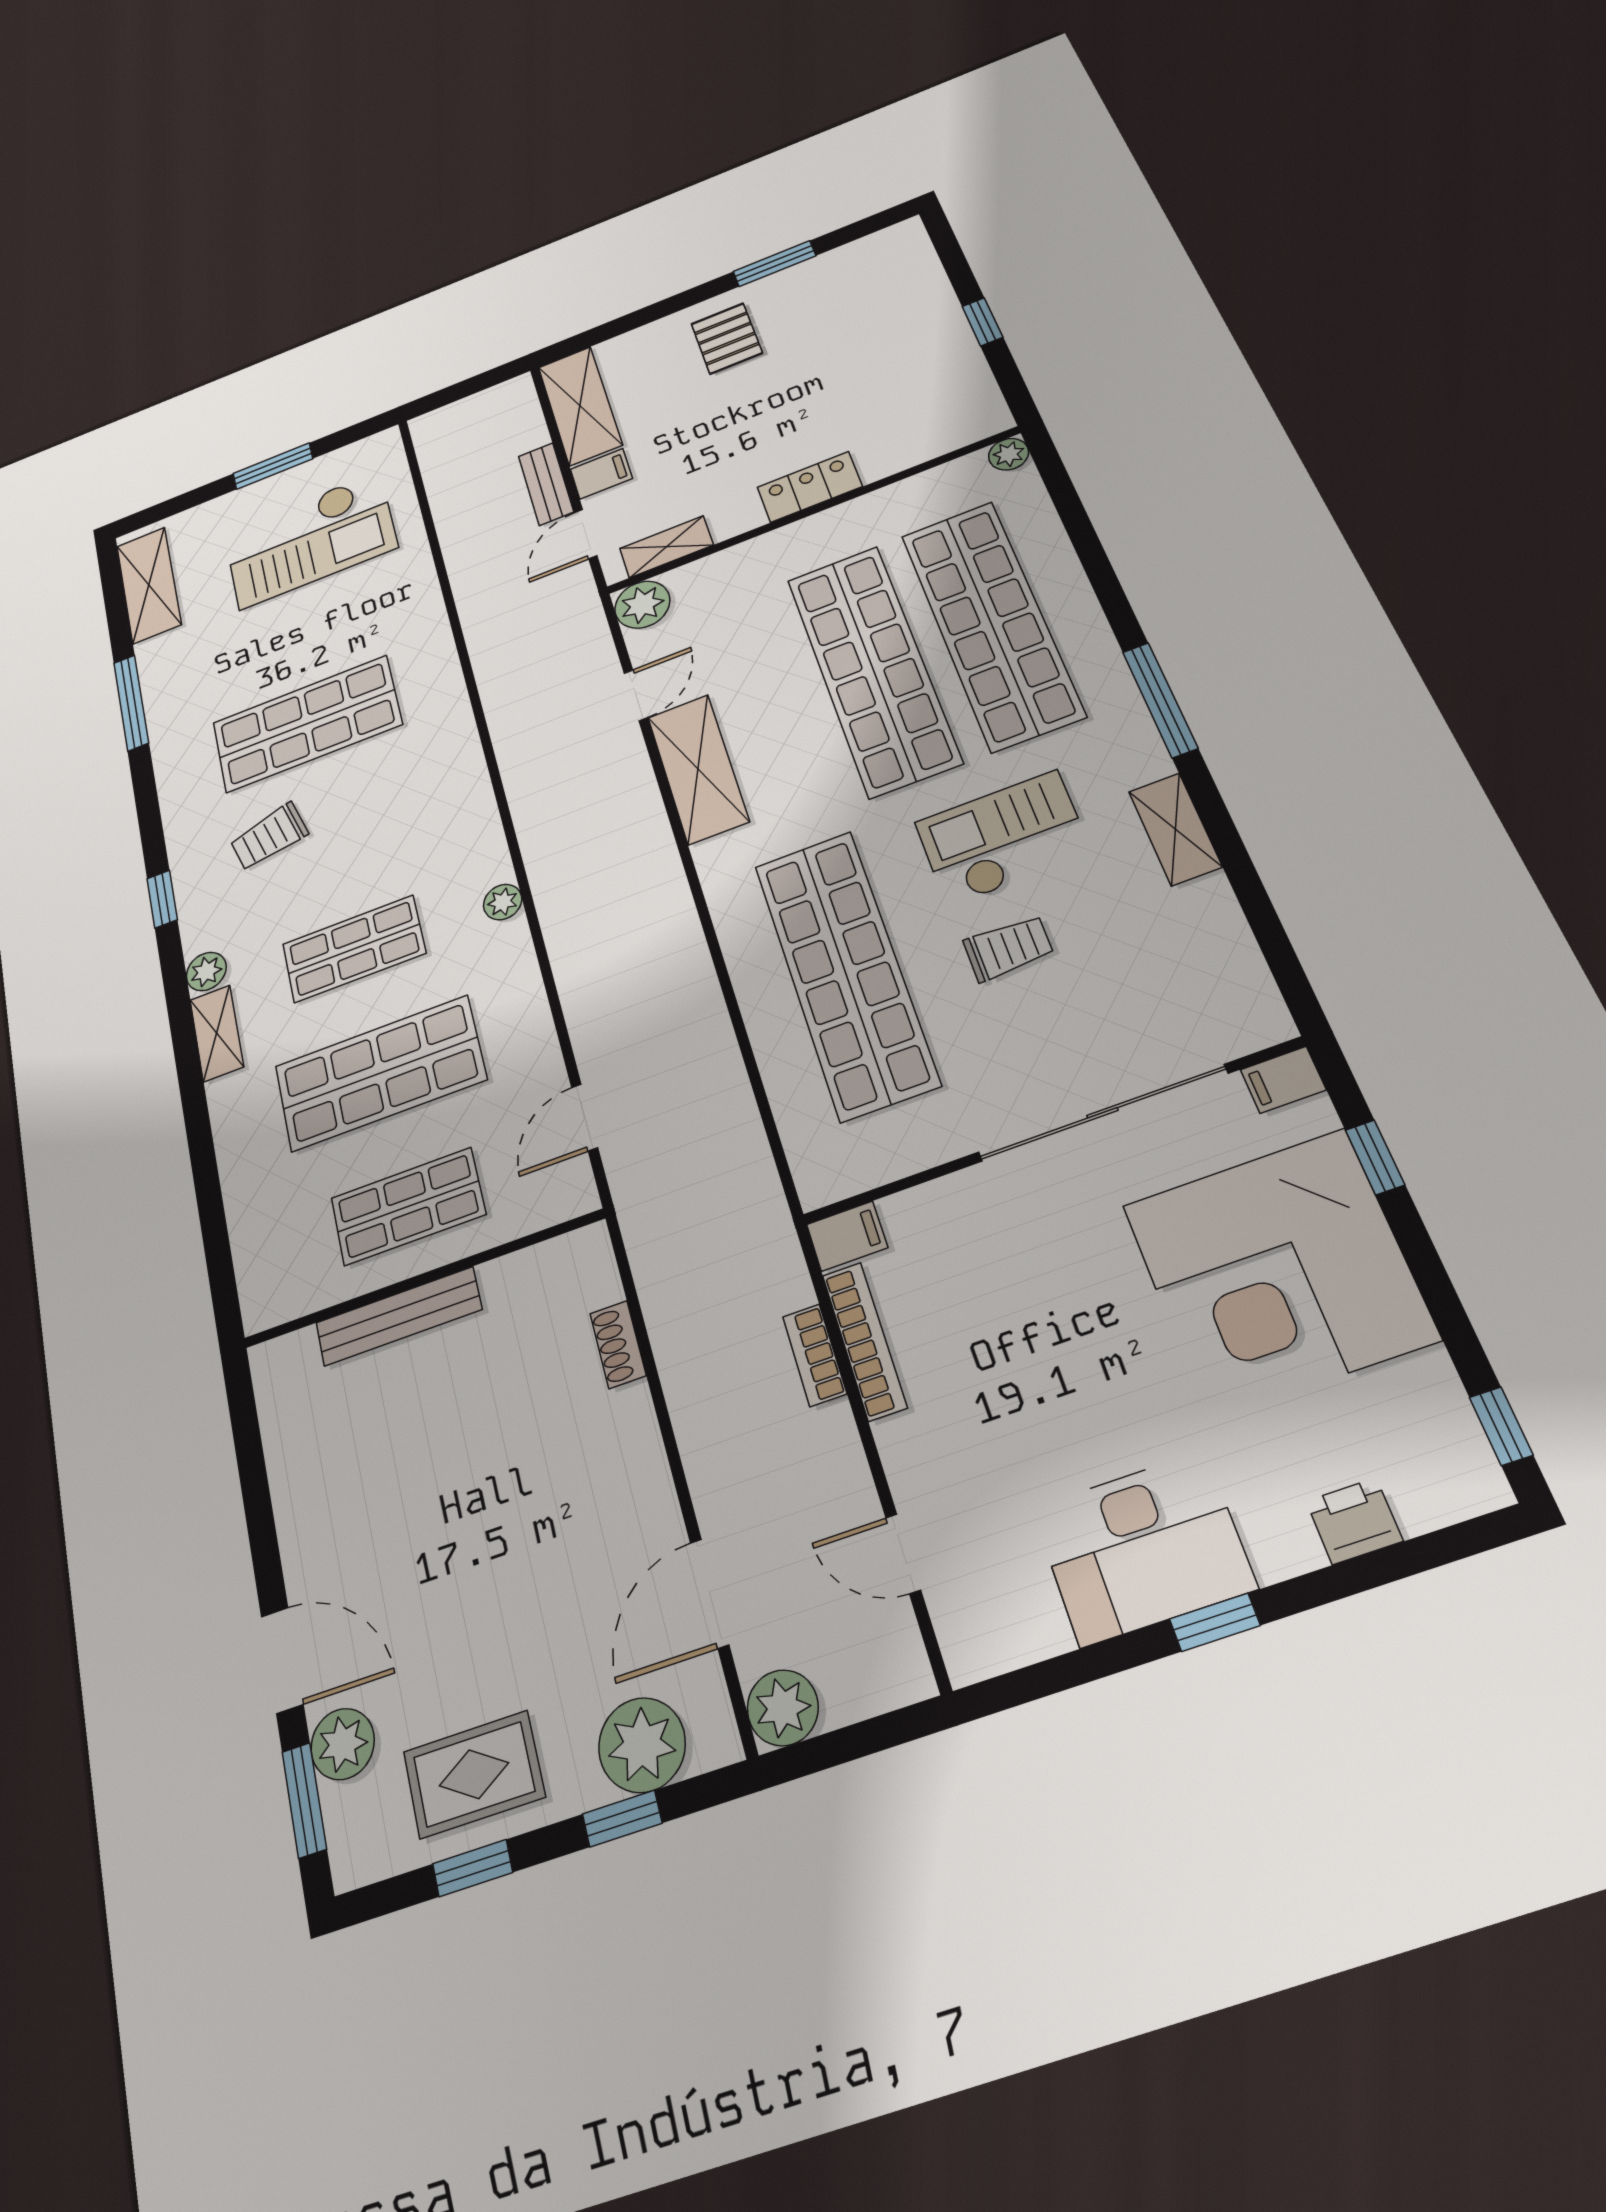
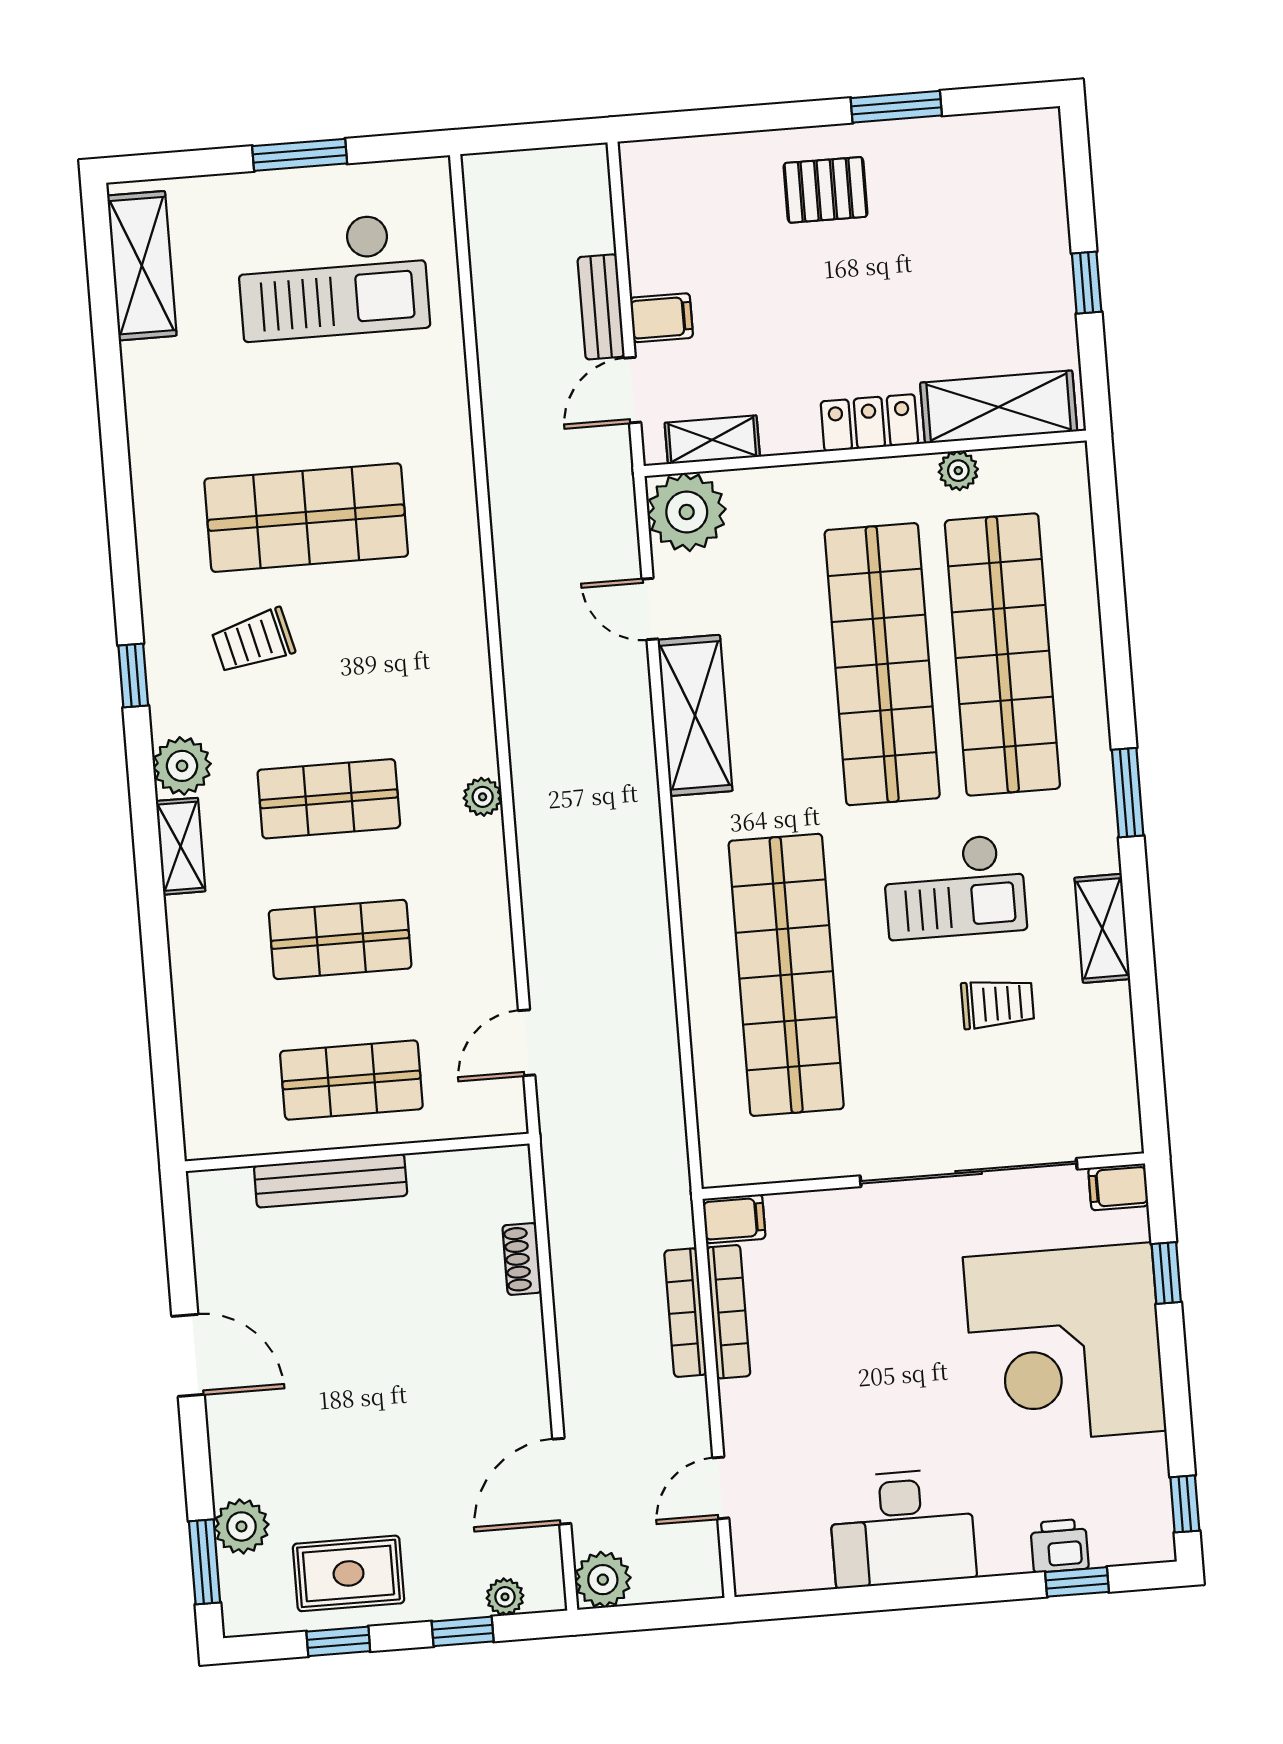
pallet: (727, 338) -> (826, 190), turned 90
shelving: (580, 406) -> (999, 407), moved, turned 90
plant: (1009, 454) -> (958, 471), moved
plant: (642, 605) -> (687, 512), width x1.36, depth x1.36
door: (636, 695) -> (650, 609), swing flipped
window: (1160, 700) -> (1128, 793), width x0.69
window: (131, 703) -> (113, 418), removed
checkout: (1003, 838) -> (955, 887), turned 180
trolley: (1008, 948) -> (998, 1004), moved
plant: (206, 971) -> (182, 766), width x1.38, depth x1.38
shop shelf: (380, 1073) -> (340, 939), width x0.70, depth x0.74
bookcase: (815, 1355) -> (685, 1313), width x1.56
door: (903, 1554) -> (721, 1488), hinge flipped
window: (1215, 1622) -> (1077, 1582), moved
door: (282, 1660) -> (188, 1355), moved
plant: (642, 1745) -> (505, 1597), width x0.53, depth x0.53

